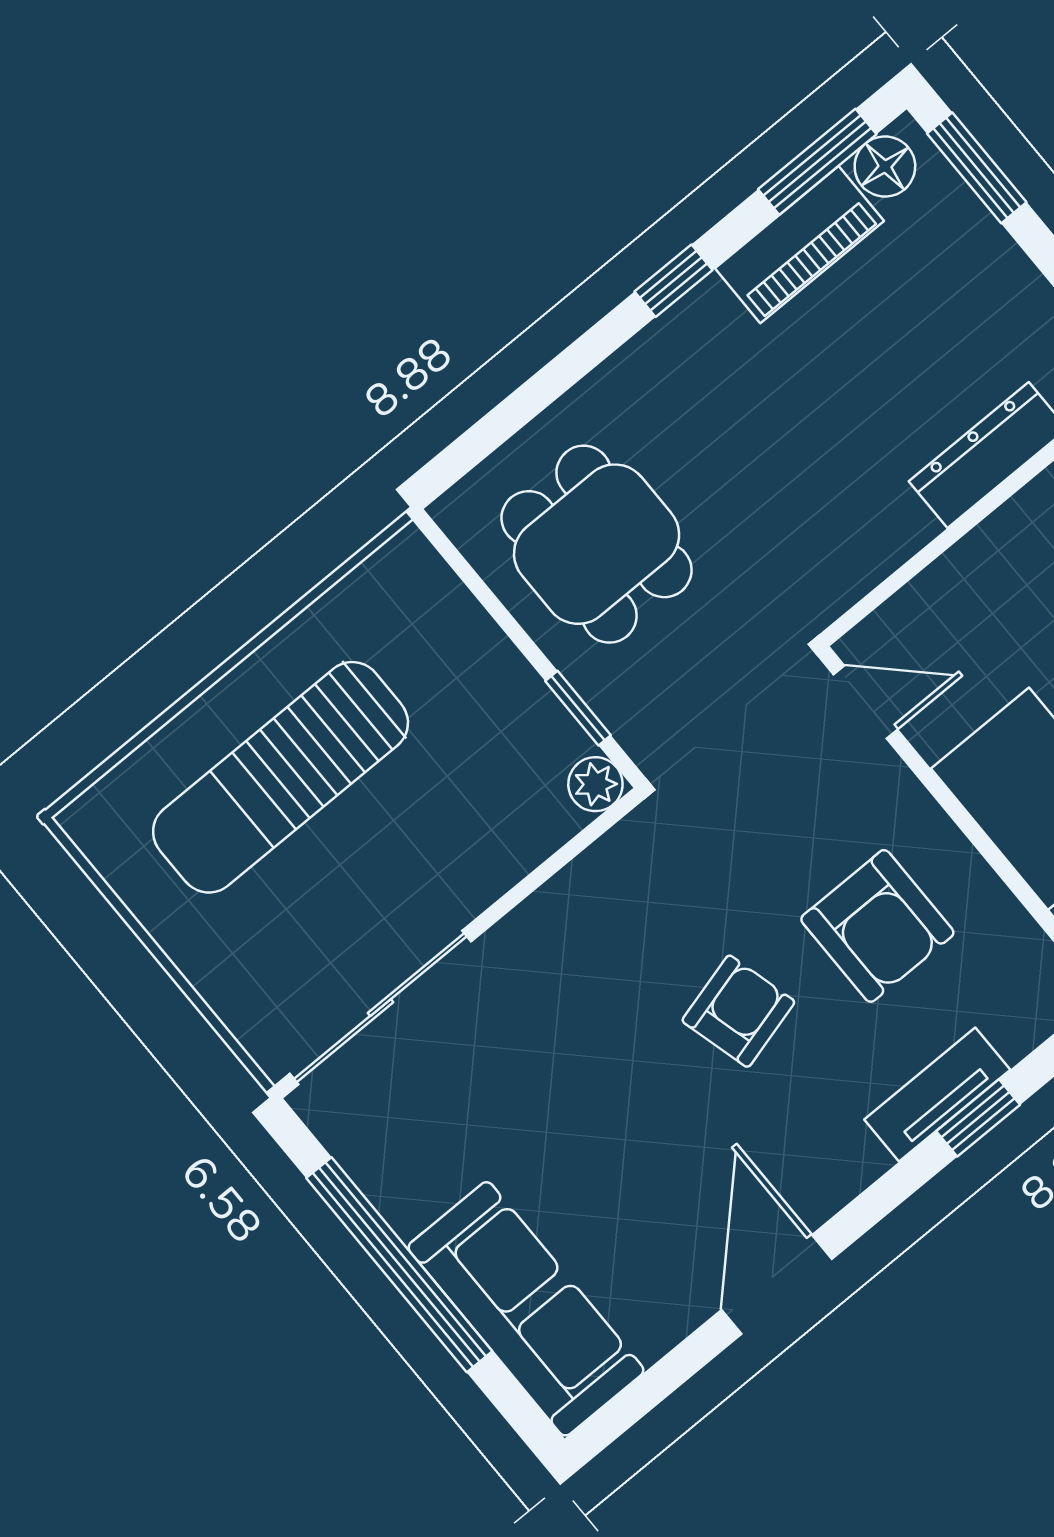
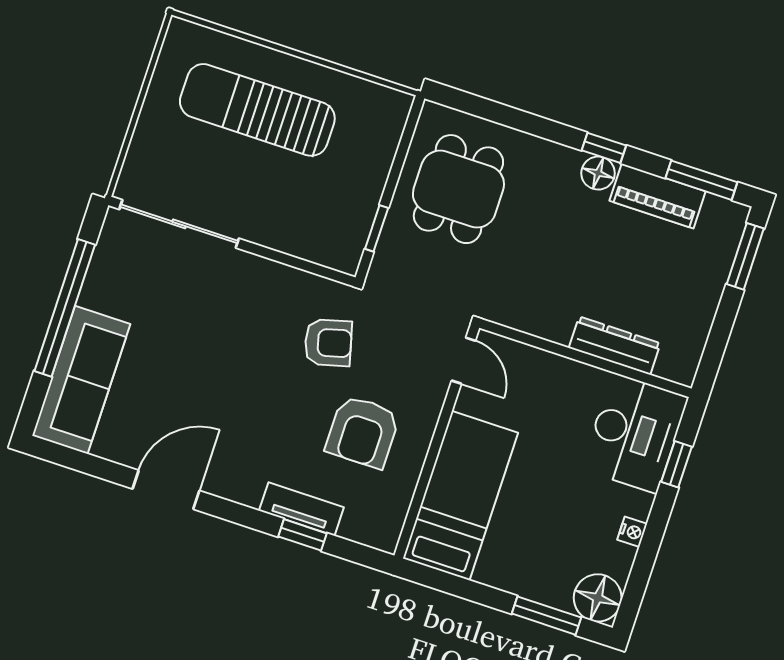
floor lamp: (885, 166) -> (598, 173), moved
plant: (595, 784) -> (346, 259), removed
armchair: (738, 1011) -> (328, 343), moved

